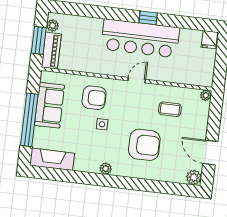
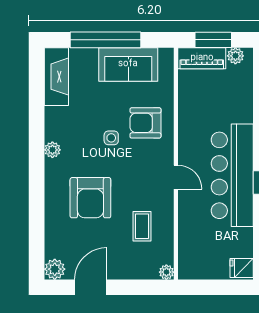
armchair: (94, 98) -> (145, 123), turned 90

